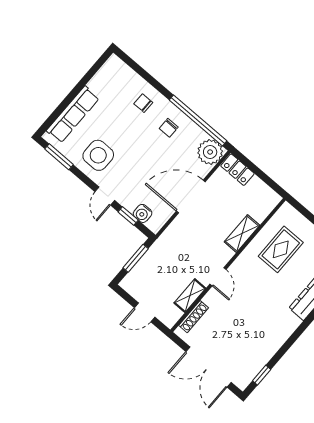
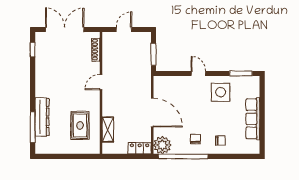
row of seats: (73, 114) -> (253, 119), moved
door: (191, 197) -> (152, 113), hinge flipped
water cooler: (143, 213) -> (170, 81), removed
window: (128, 216) -> (177, 73), removed
shelving: (242, 234) -> (108, 130), moved
door: (218, 277) -> (101, 82), hinge flipped
shelving: (190, 296) -> (107, 59), removed

